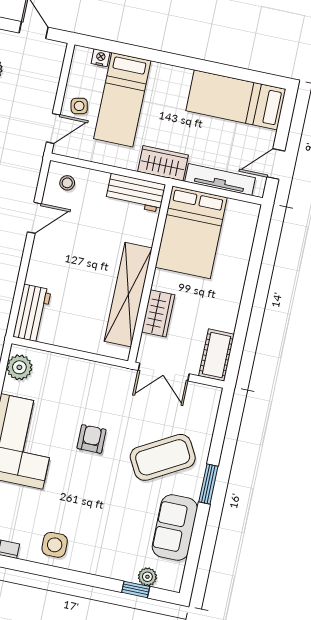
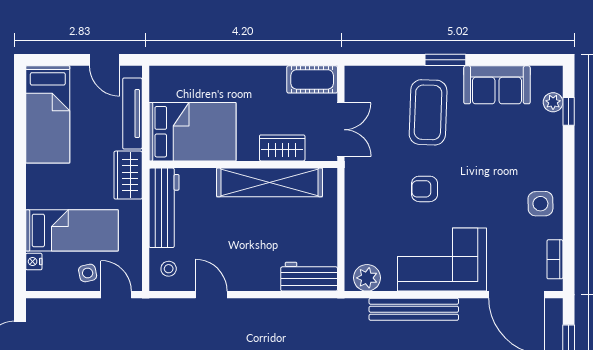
workbench: (135, 193) -> (164, 208), width x1.38
coffee table: (163, 457) -> (428, 112), turned 31

